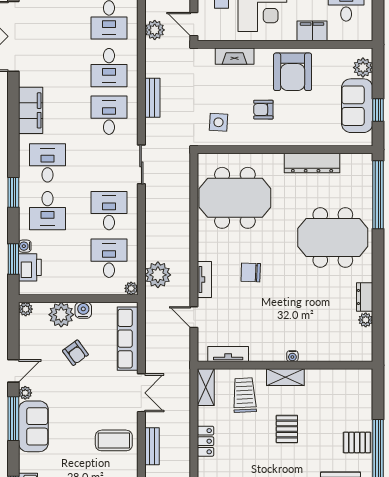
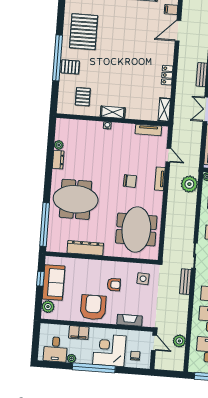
bench: (152, 98) -> (185, 282), moved
meeting table: (235, 198) -> (136, 229), turned 90
trolley: (244, 395) -> (140, 103), removed
pallet: (287, 429) -> (83, 97), moved

